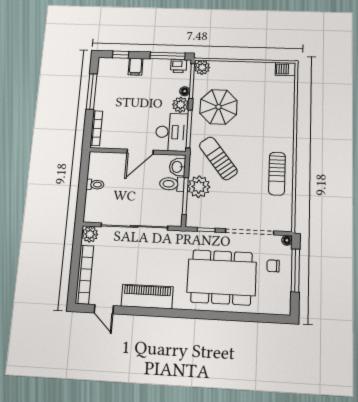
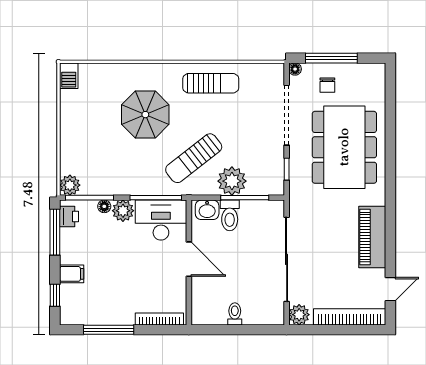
parasol: (219, 107) -> (145, 115), moved

